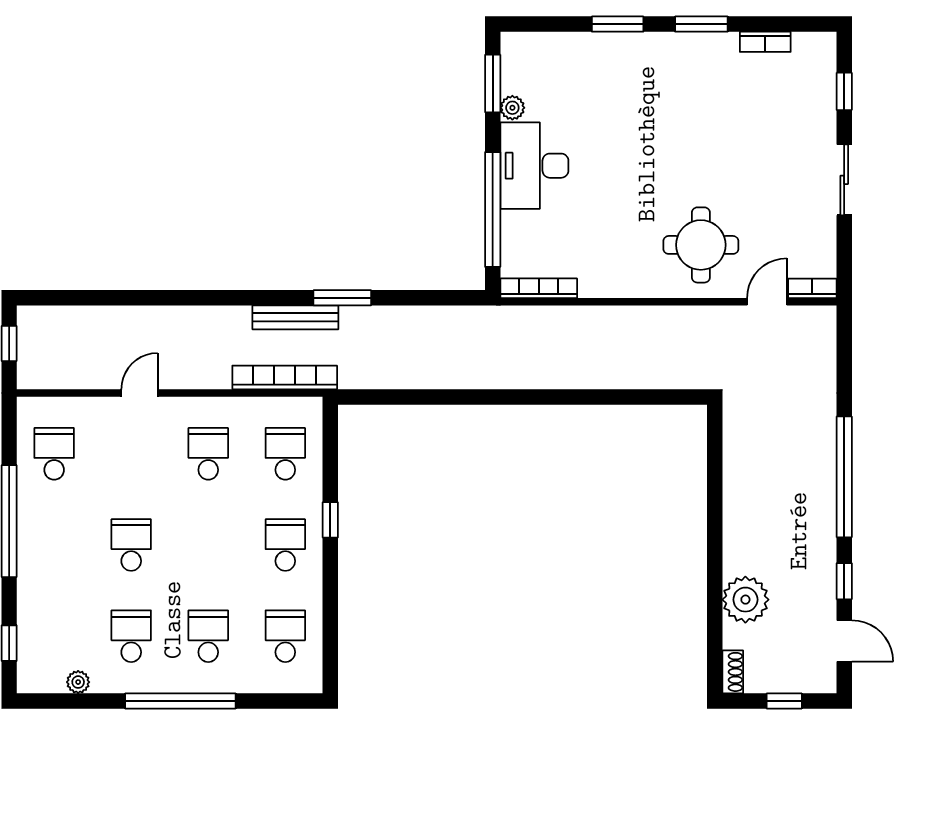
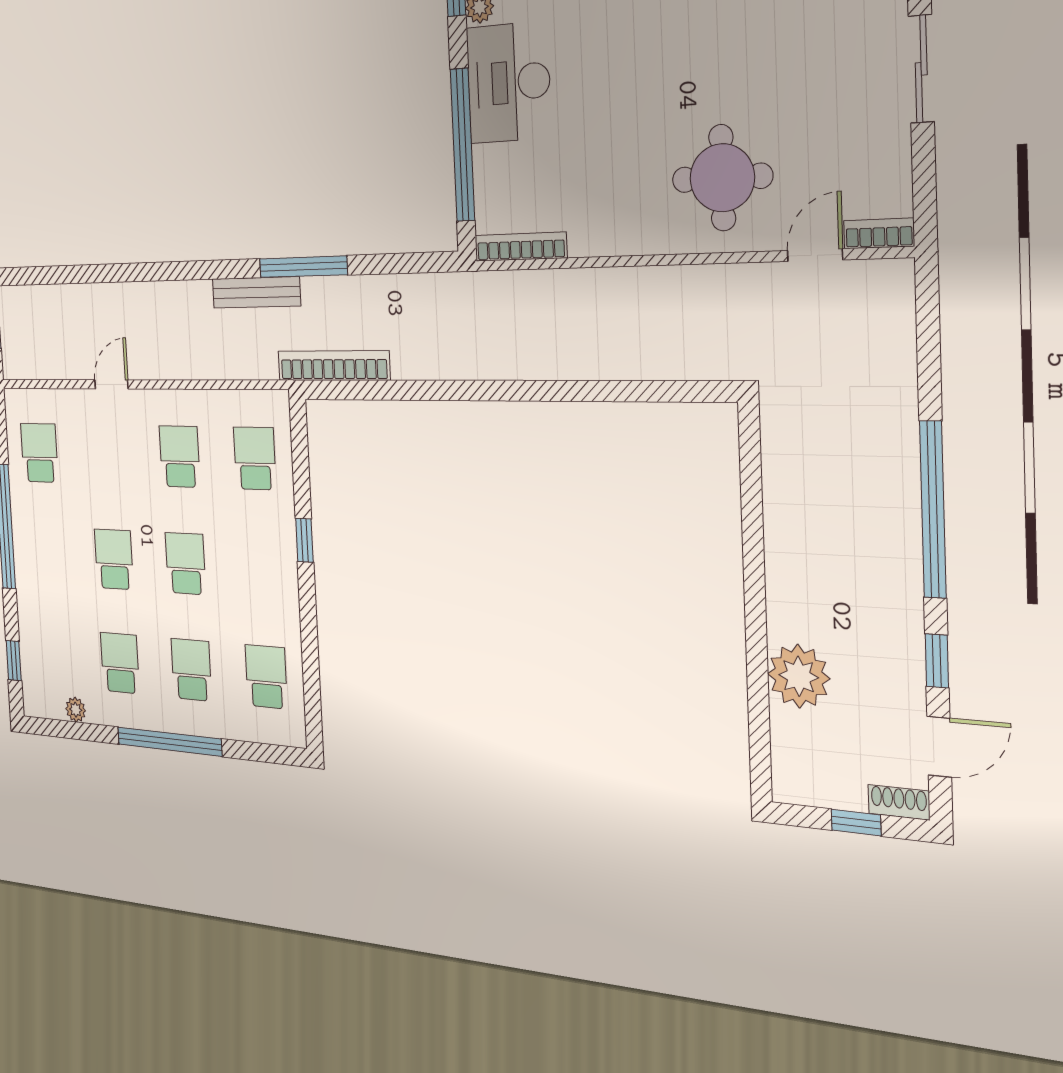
window: (342, 298) -> (303, 267), width x1.44
bookcase: (285, 377) -> (334, 366), moved
school desk: (285, 545) -> (185, 564), moved
door: (844, 641) -> (939, 747), hinge flipped
shoe rack: (733, 672) -> (899, 802), moved, turned -90

